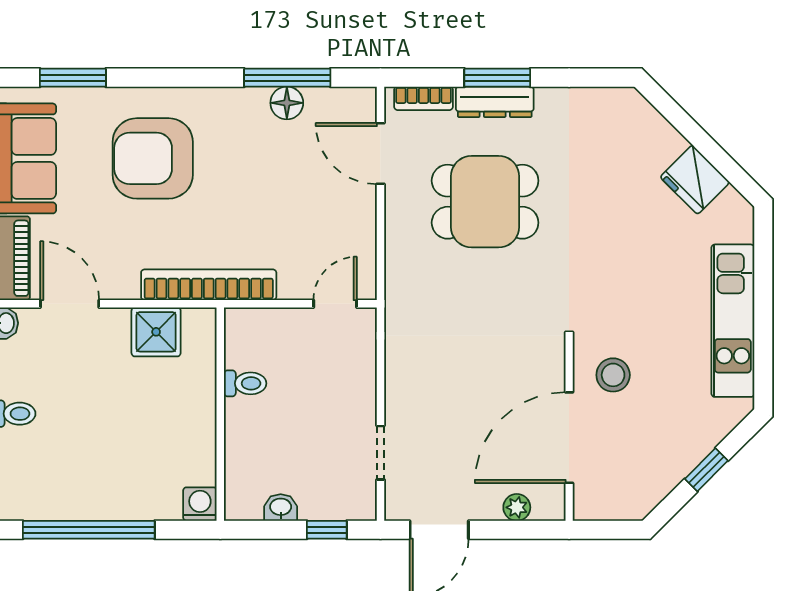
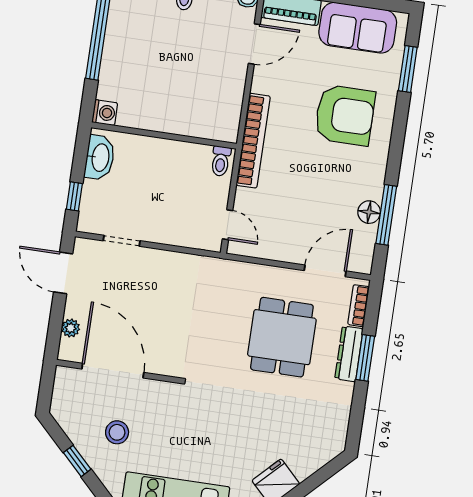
armchair: (153, 158) -> (345, 115), turned 90
shower: (156, 332) -> (226, 100), removed
stool: (613, 375) -> (117, 432), moved
toilet: (245, 383) -> (221, 161), moved
washbasin: (281, 508) -> (100, 158), width x1.91, depth x1.45

